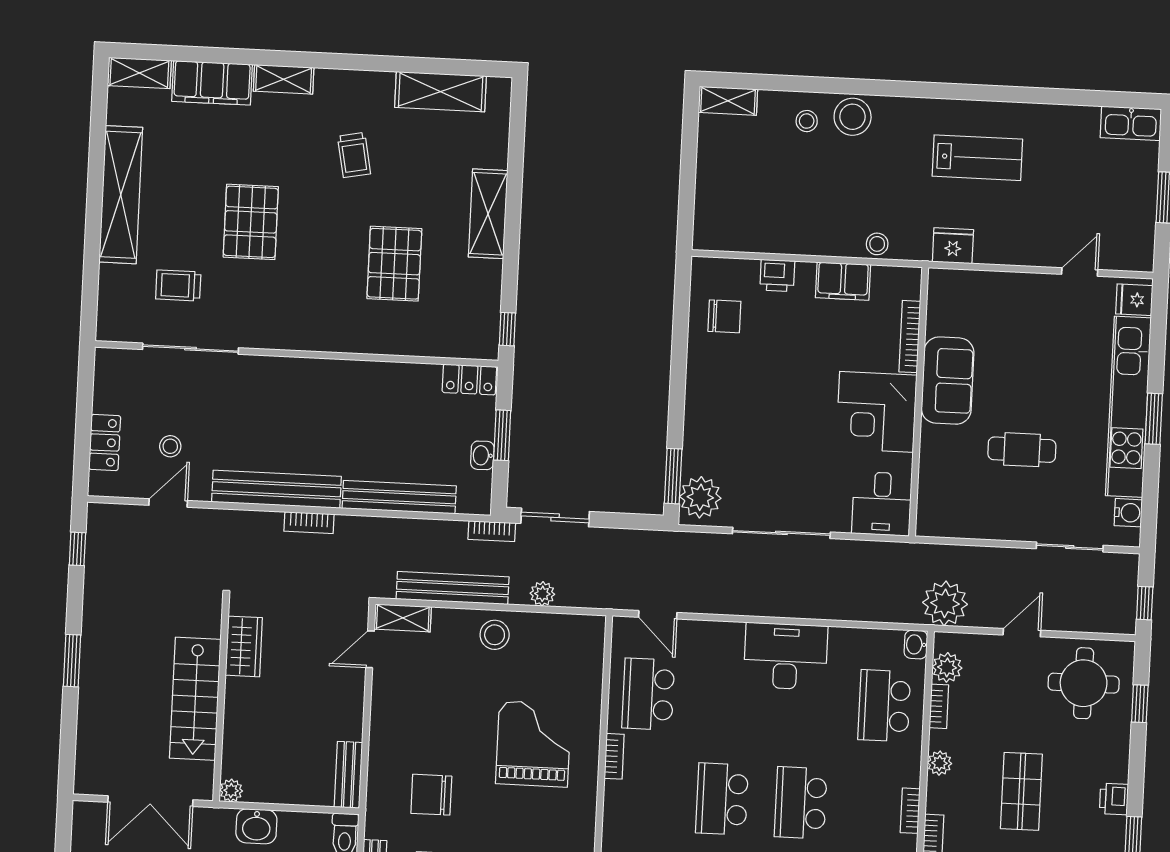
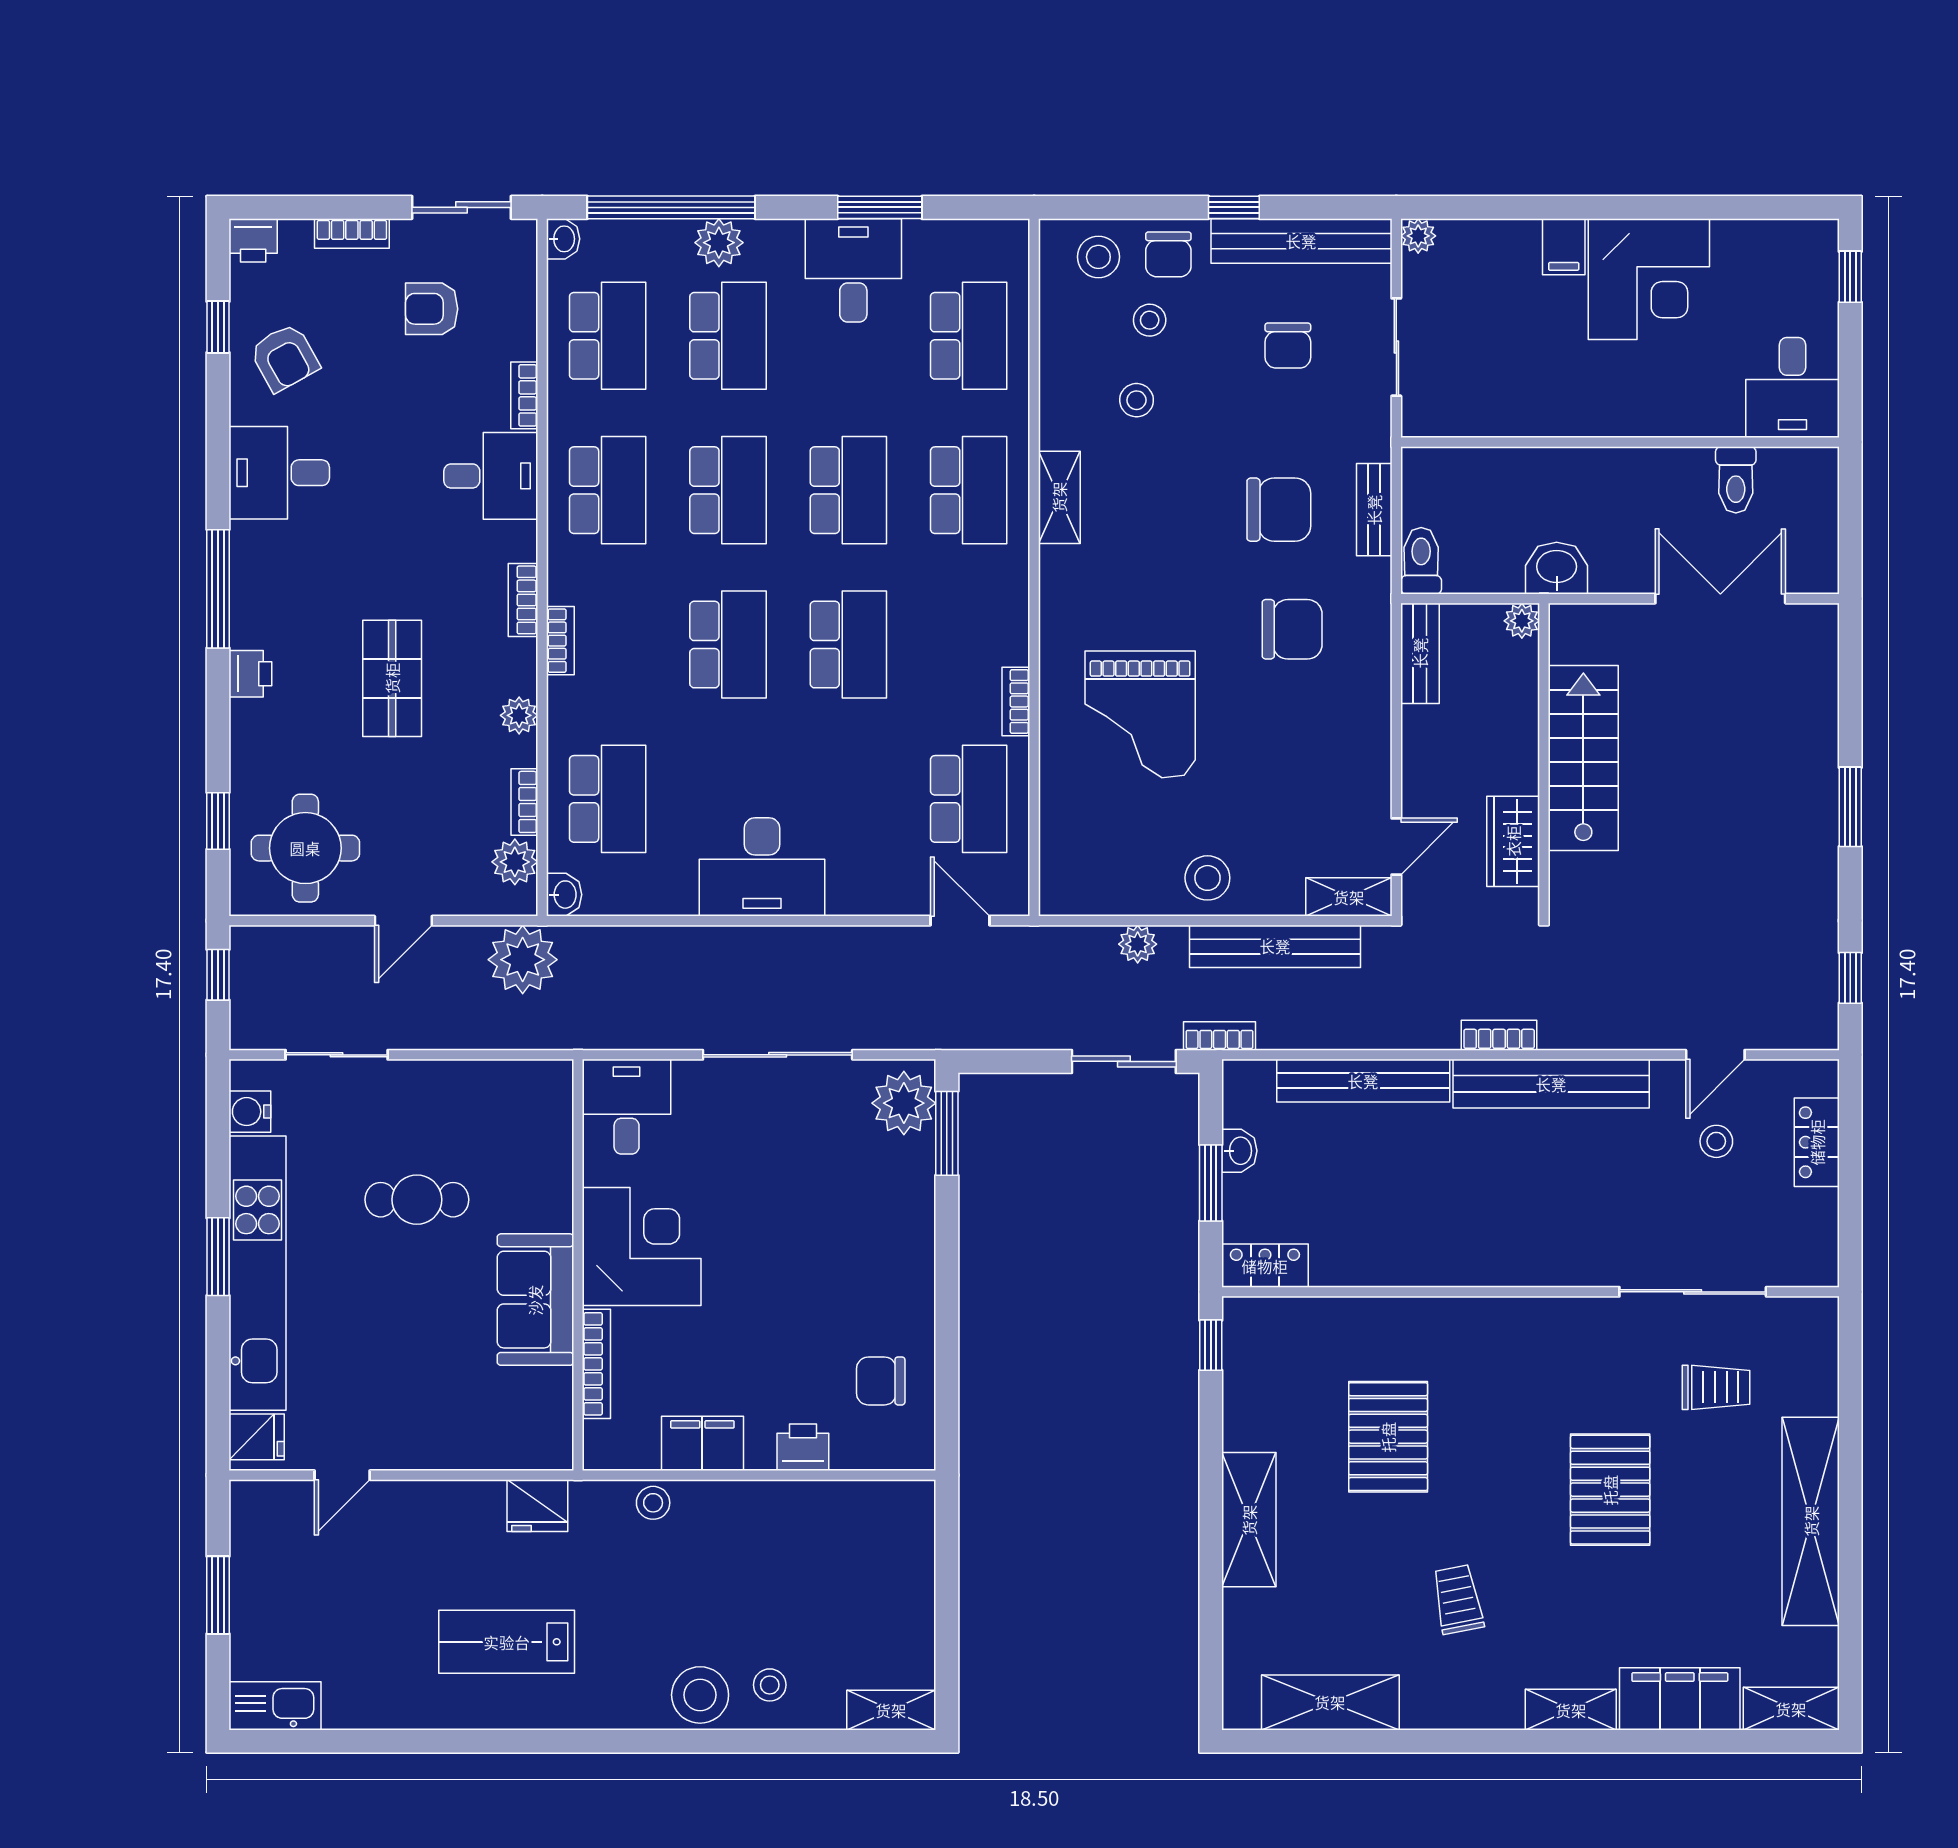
wardrobe: (244, 646) -> (1513, 841), moved
stairs: (195, 699) -> (1583, 758), moved
wall: (221, 699) -> (1544, 760), moved
plant: (231, 790) -> (1522, 621), moved

